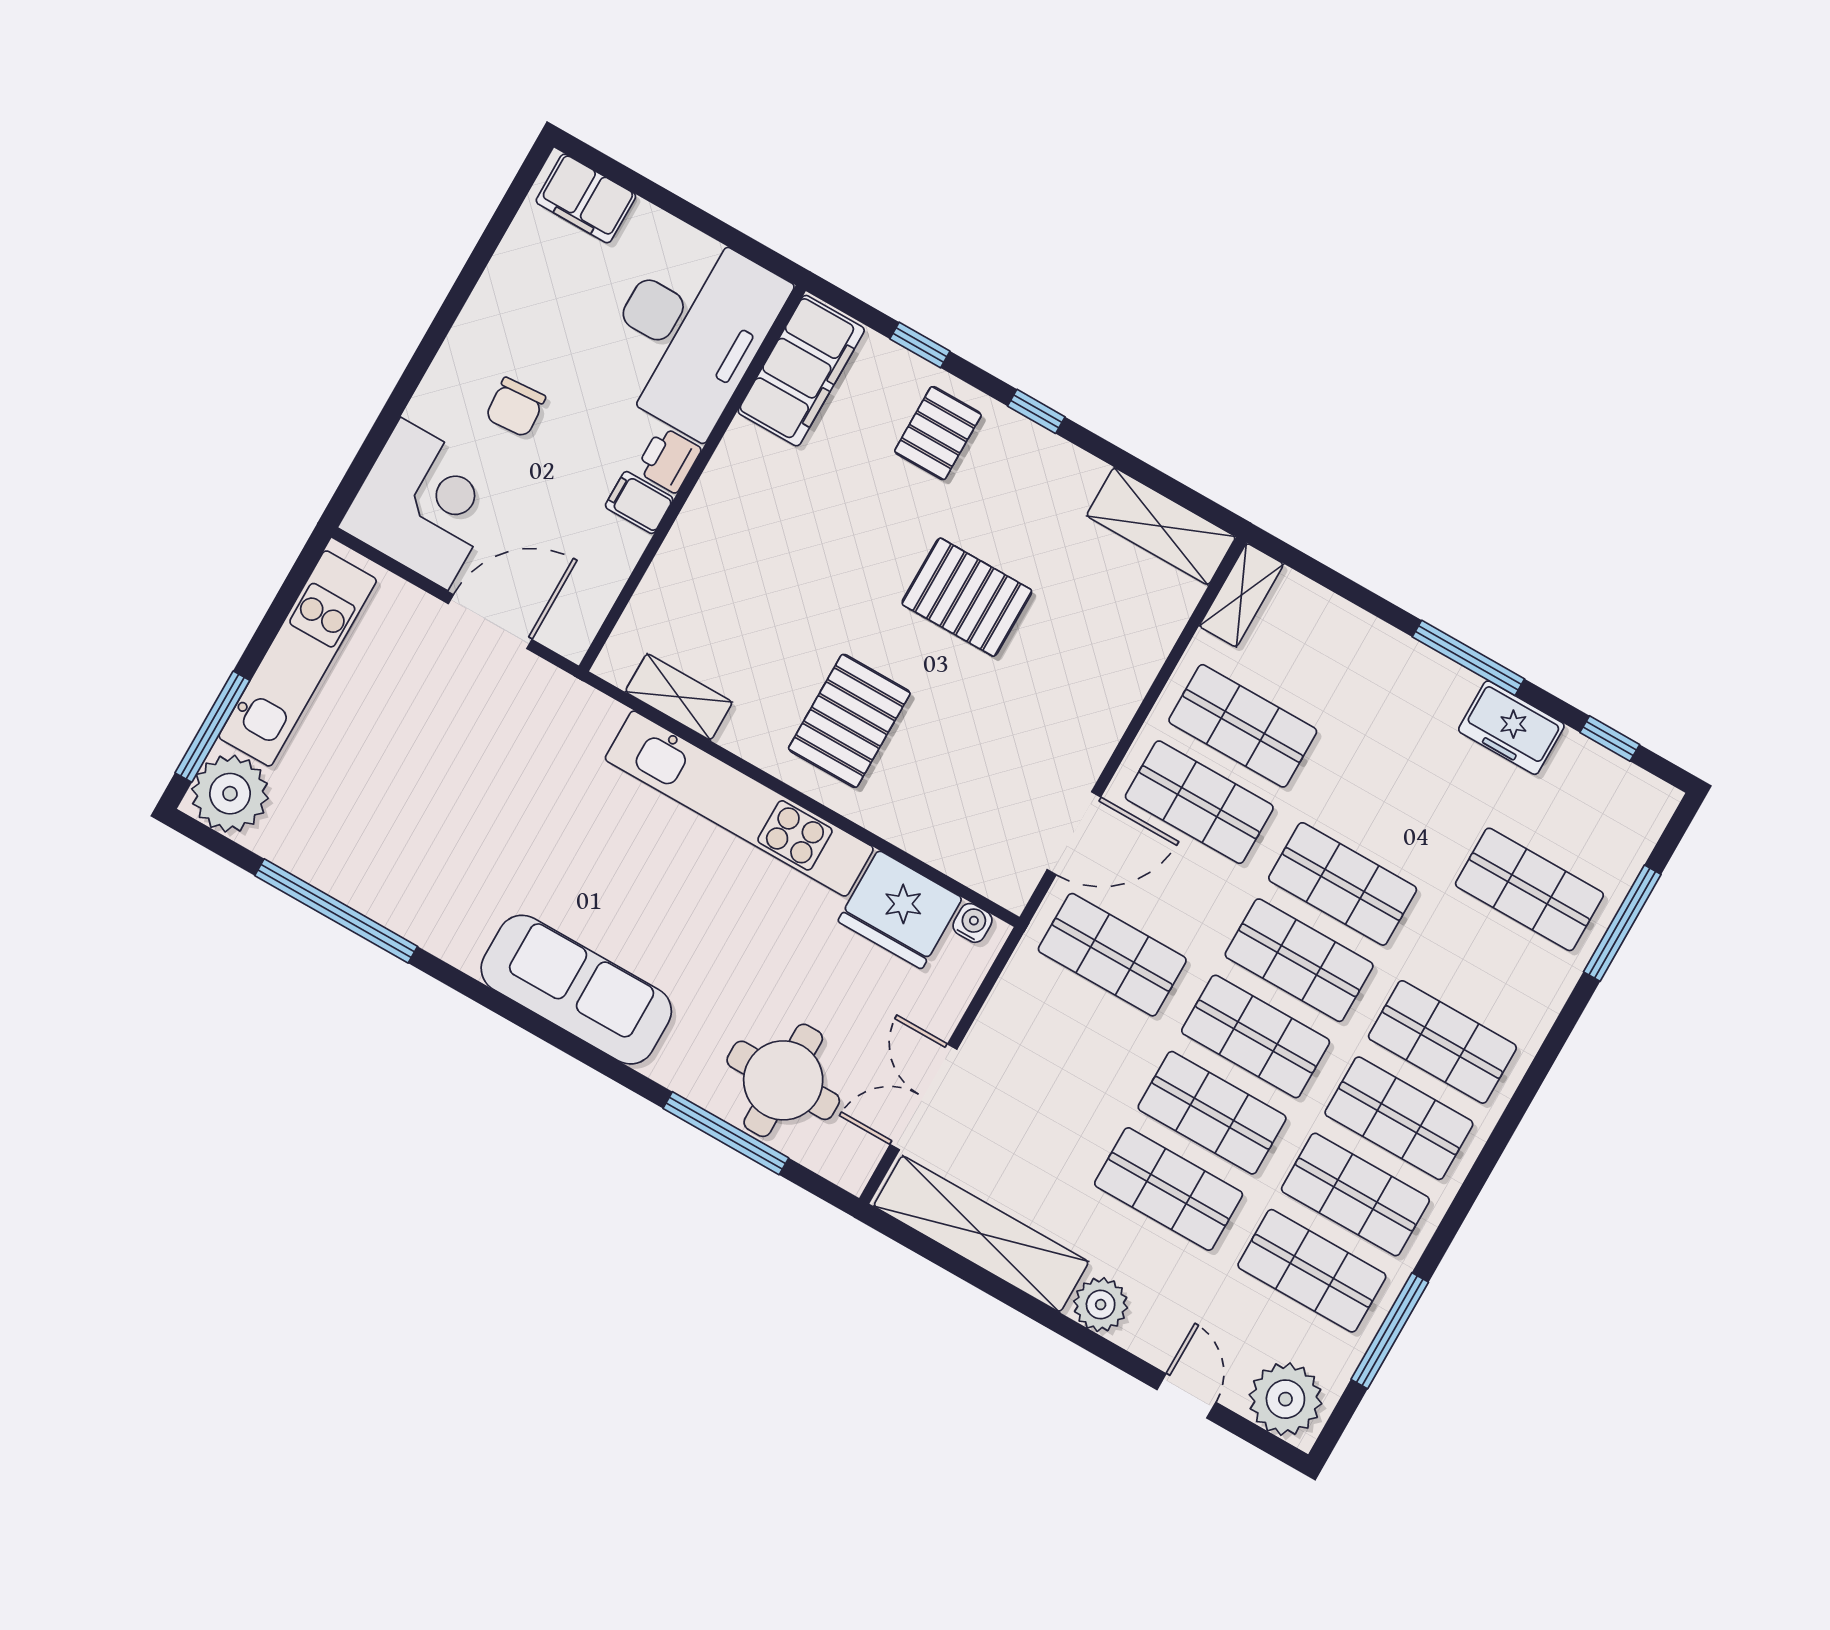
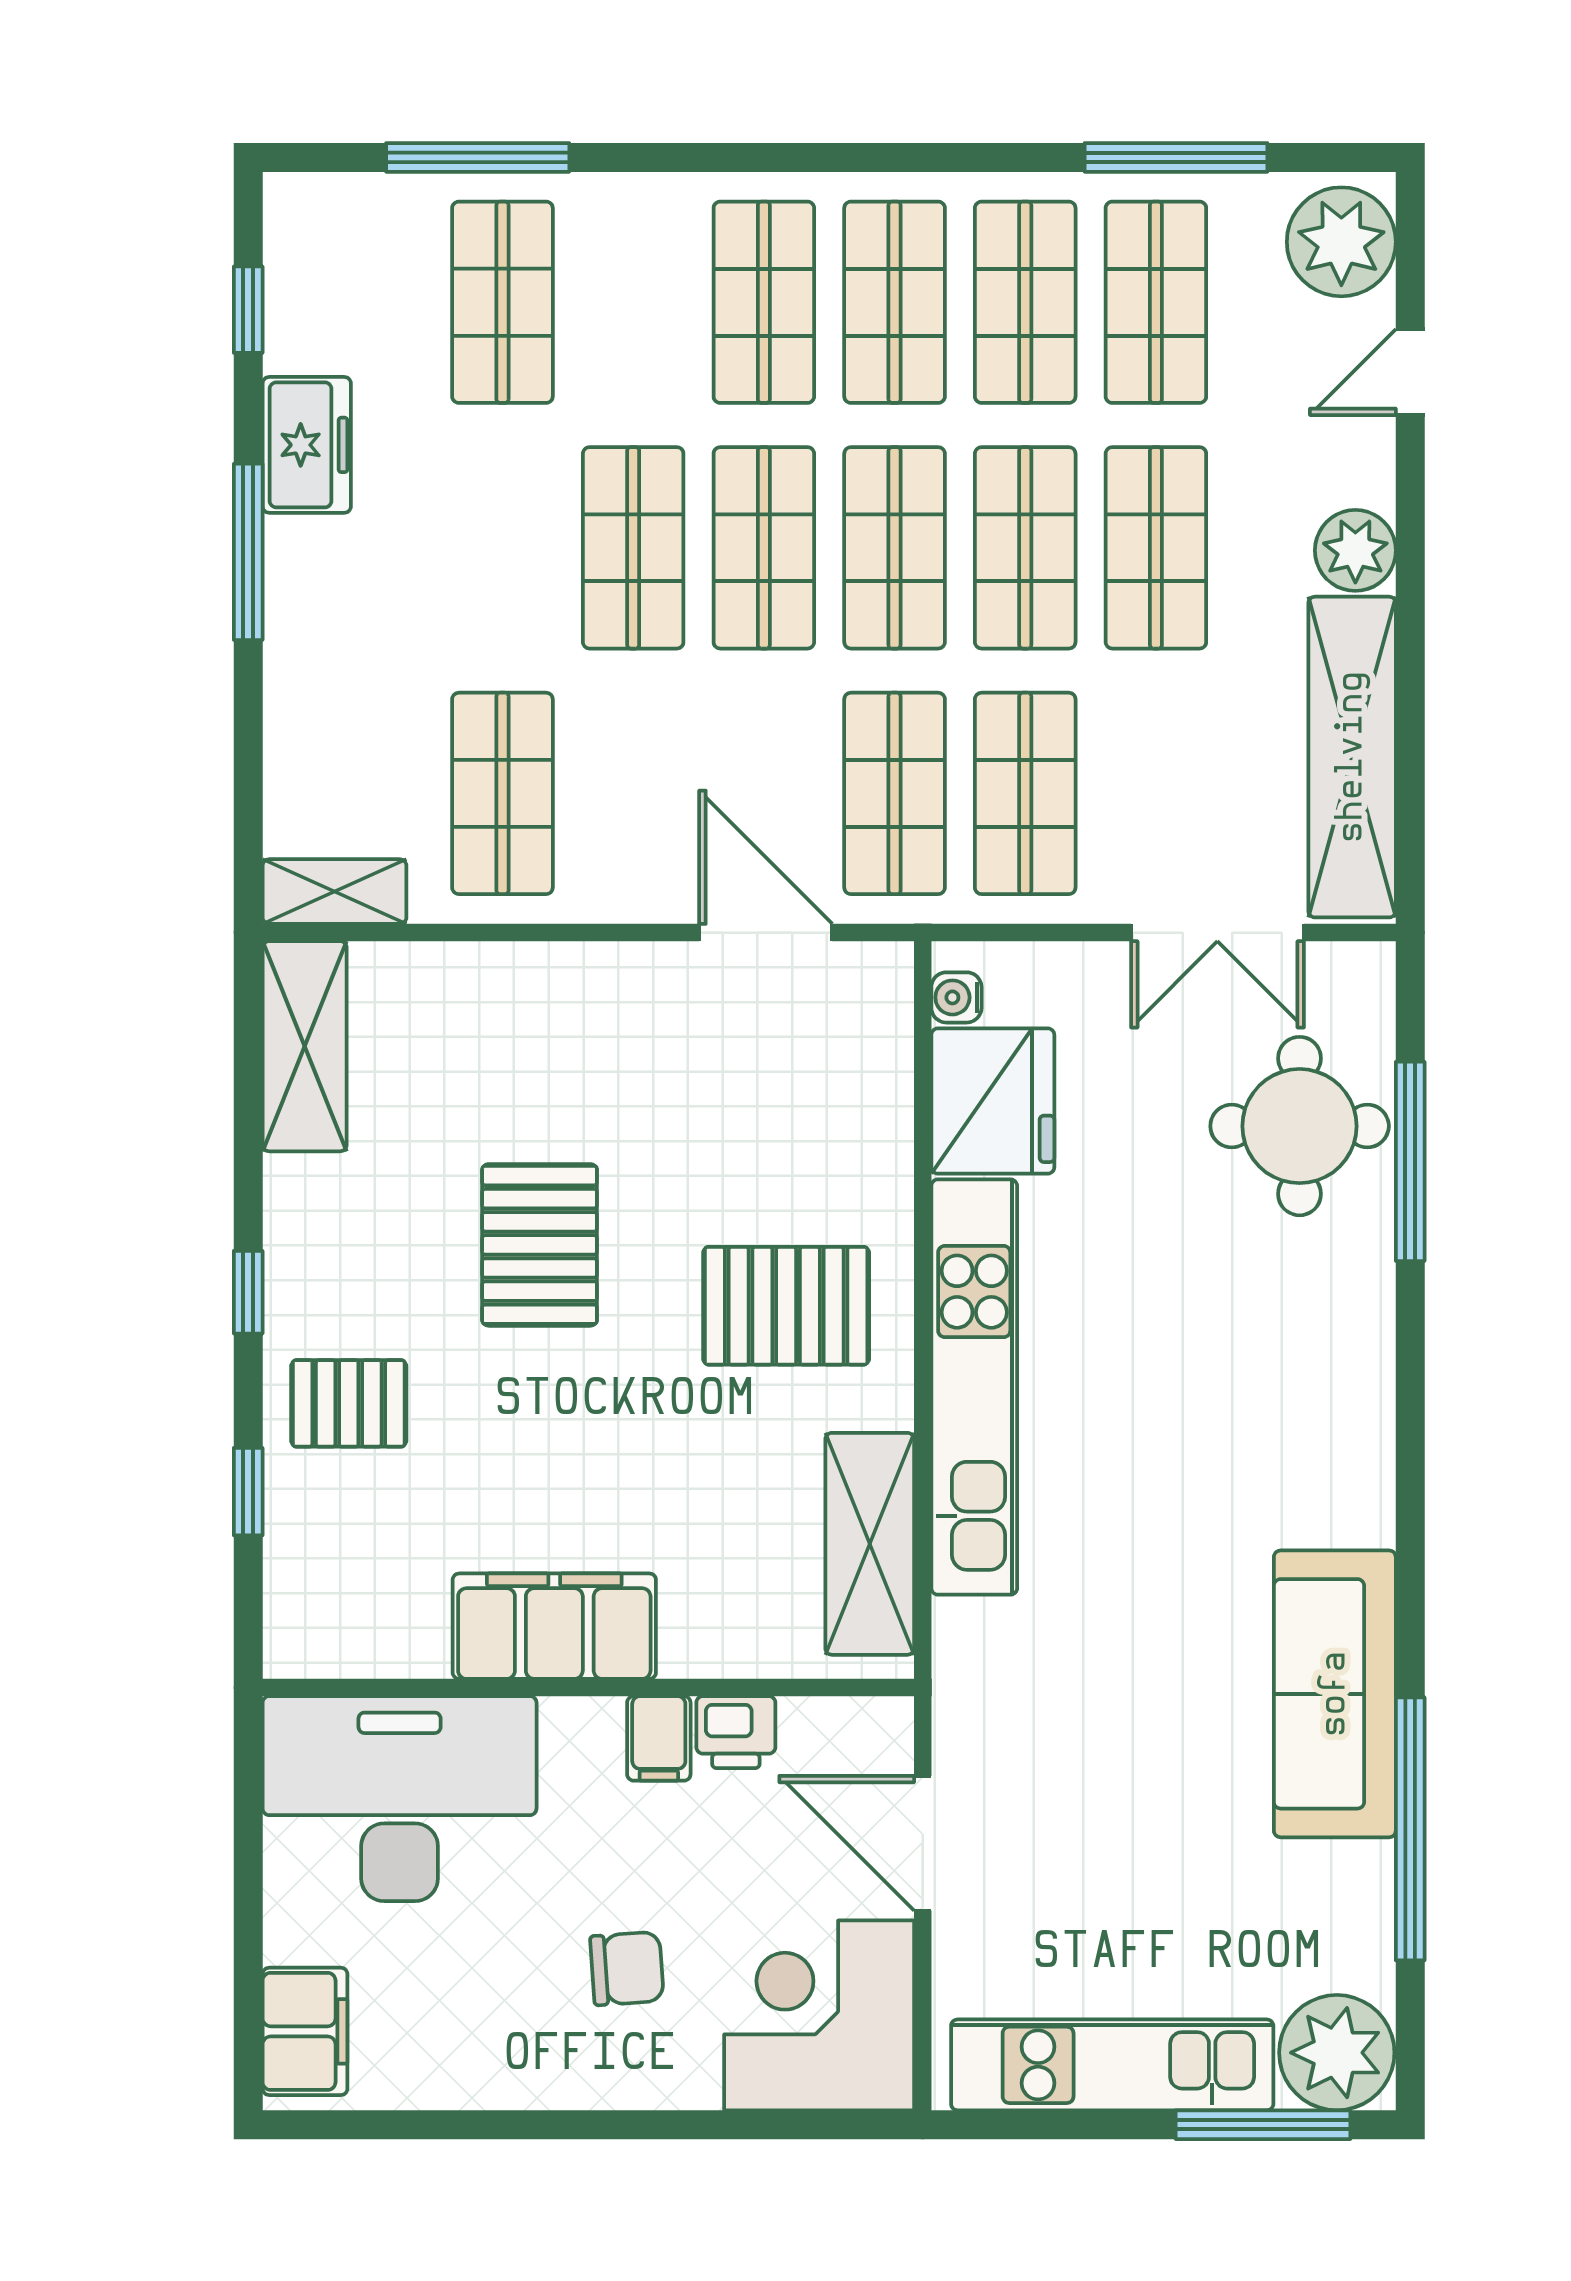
filing cabinet: (801, 371) -> (554, 1626), moved
printer: (668, 460) -> (736, 1732), moved
shelving: (679, 697) -> (870, 1544), width x1.50, depth x1.33
shop shelf: (1199, 802) -> (1025, 793), moved
sofa: (576, 990) -> (1335, 1694), moved

